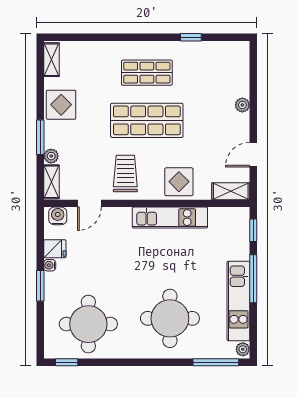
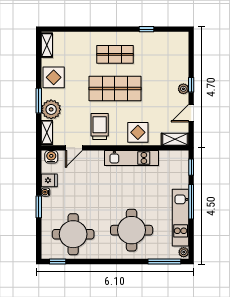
plant: (242, 105) -> (183, 89), moved
window: (253, 115) -> (191, 85), added
plant: (51, 156) -> (51, 109), width x1.88, depth x1.88

